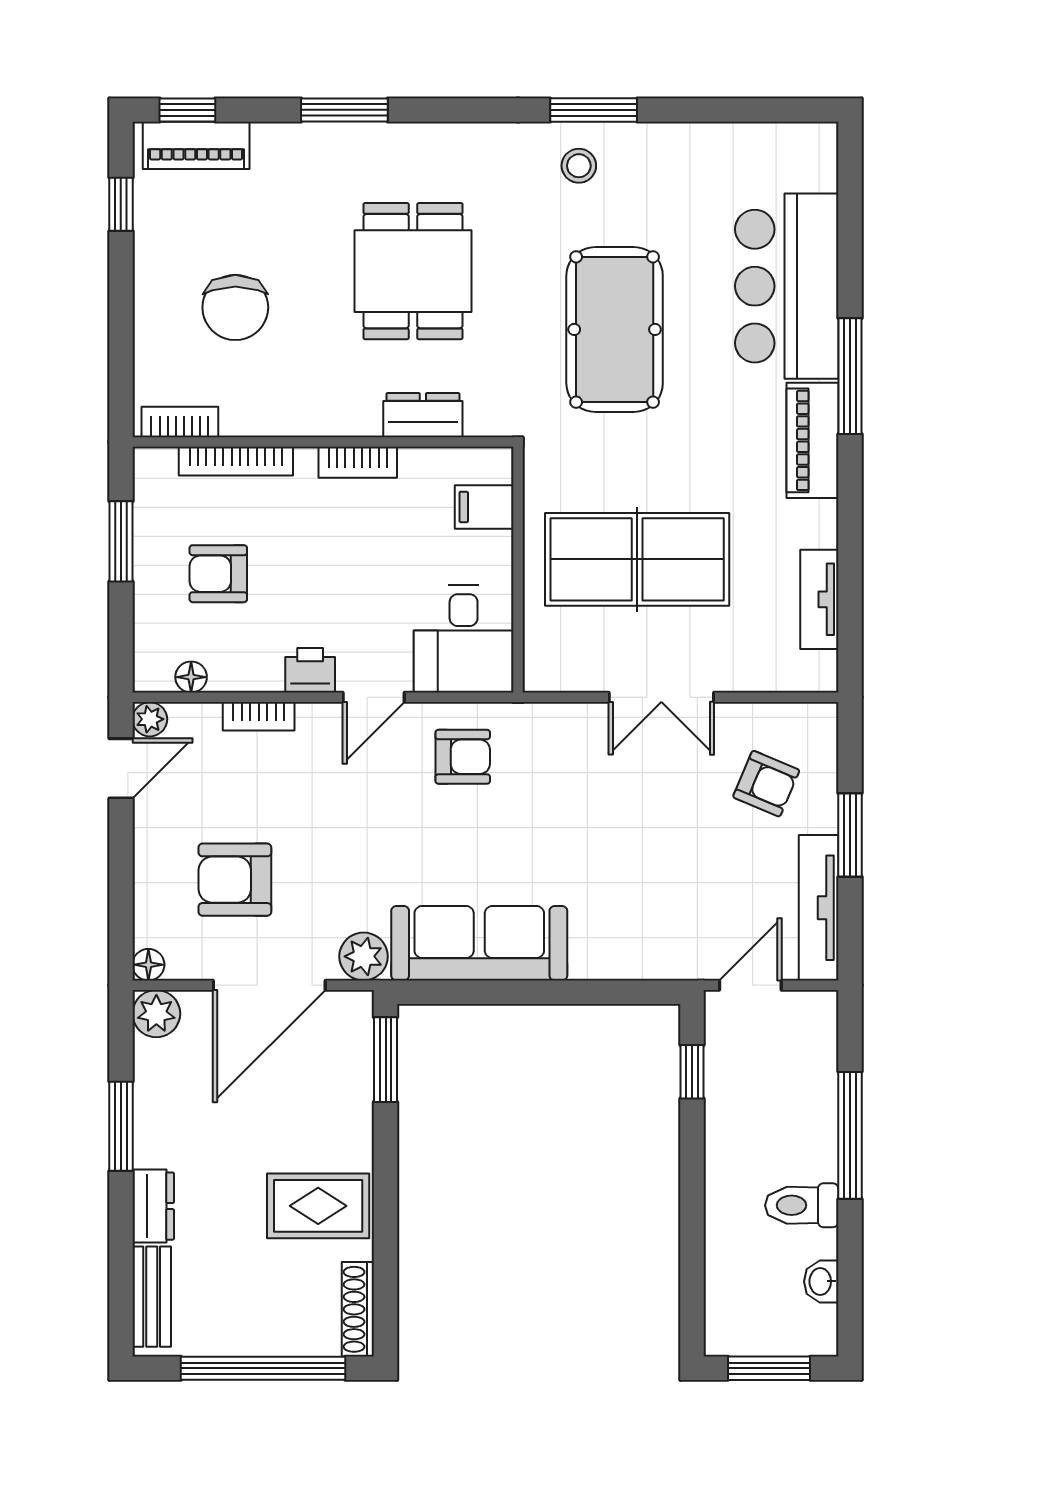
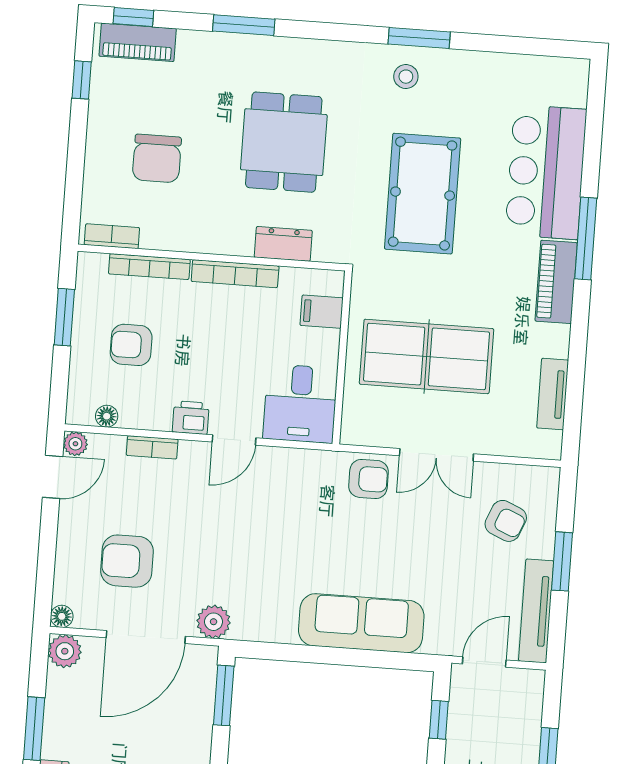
bookcase: (358, 462) -> (235, 274), width x1.56
armchair: (463, 757) -> (368, 479), moved
sofa: (479, 943) -> (361, 623), moved

